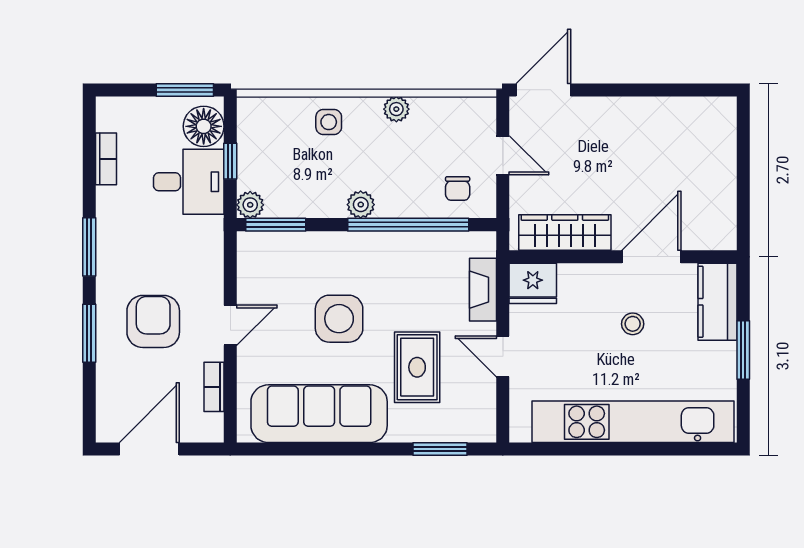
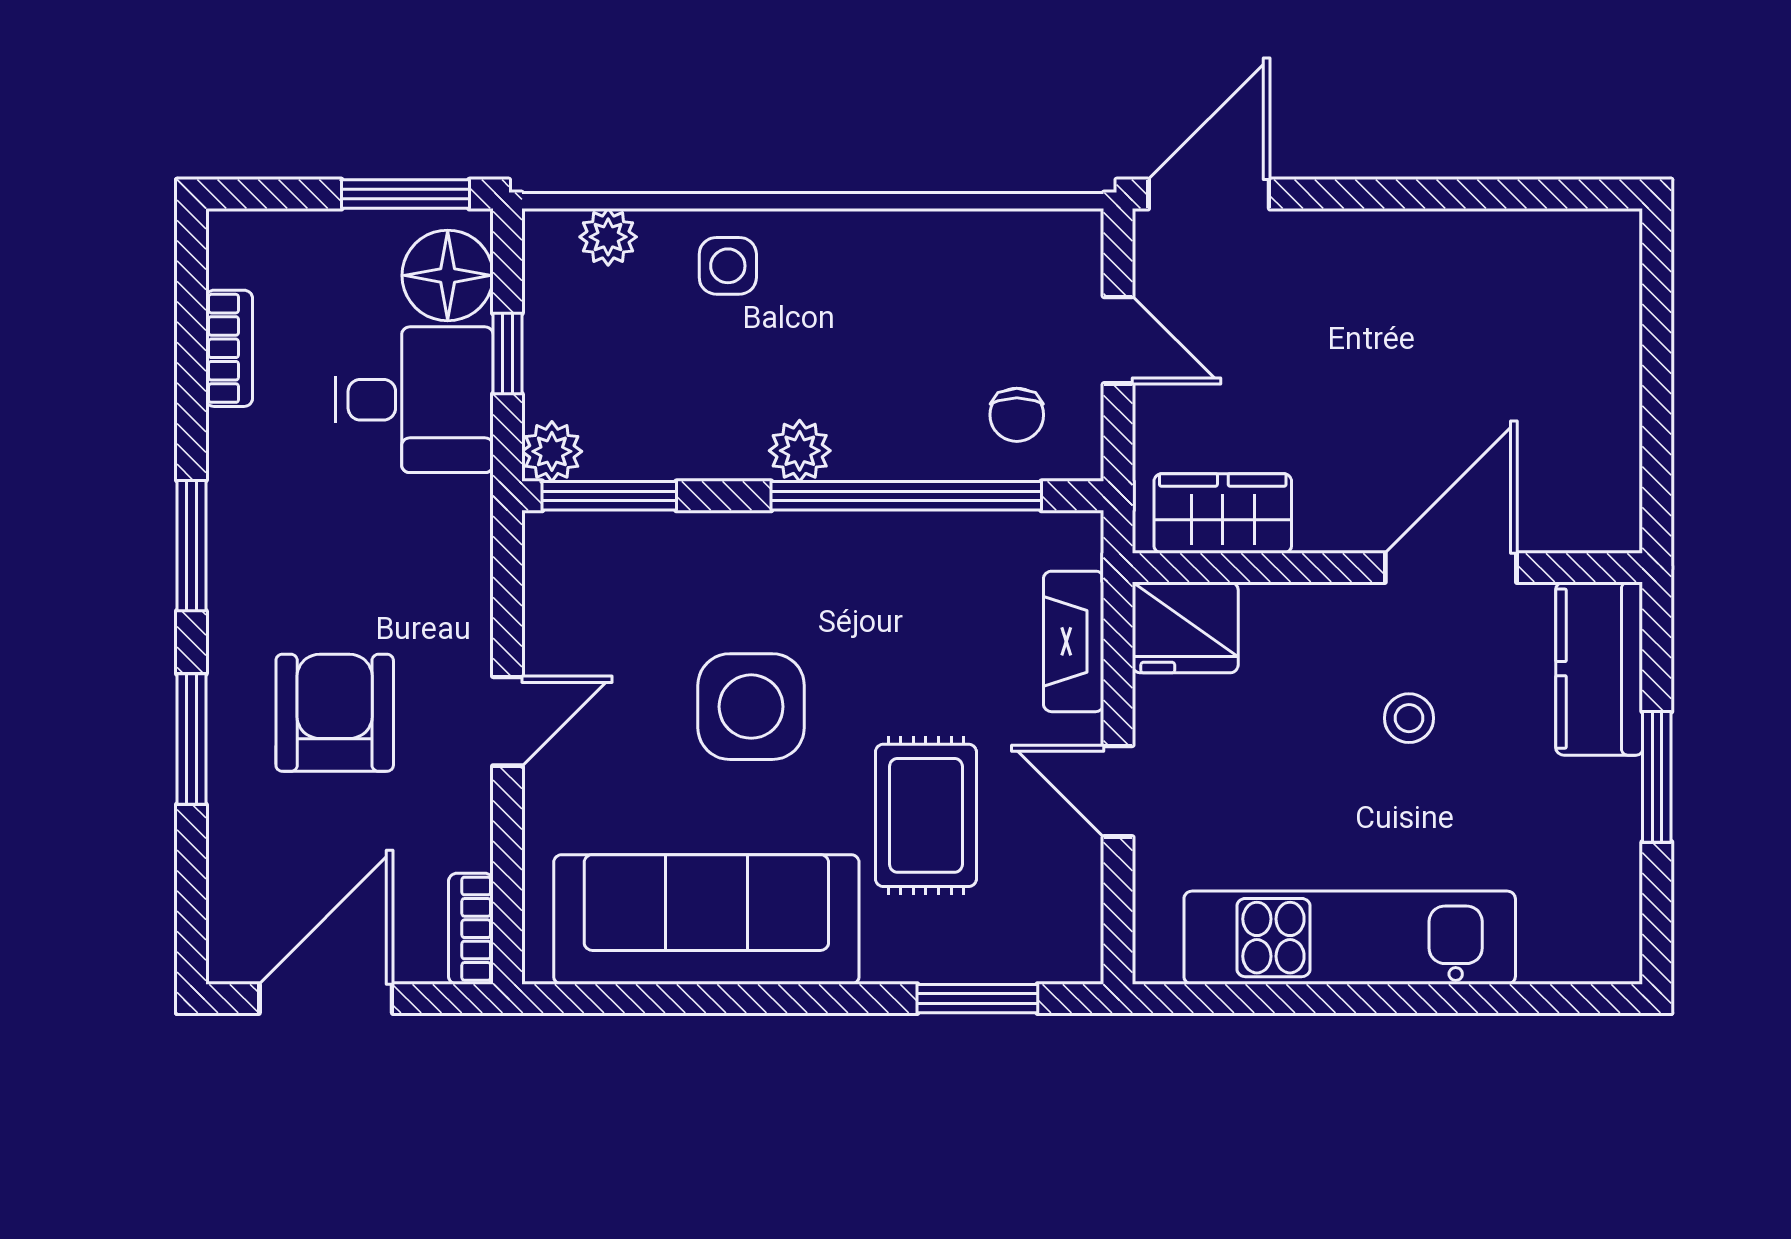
plant: (396, 109) -> (608, 237), moved
wardrobe: (565, 232) -> (1223, 513), width x0.67
bookcase: (214, 387) -> (471, 929), moved
kitchen unit: (633, 422) -> (1350, 938), width x0.73

